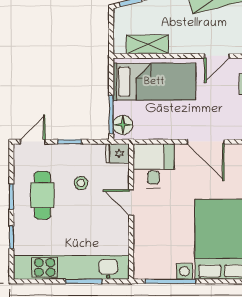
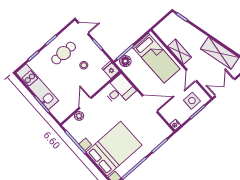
shelving: (147, 45) -> (179, 52), moved
door: (217, 56) -> (191, 75), hinge flipped
door: (206, 142) -> (150, 104), swing flipped
door: (131, 203) -> (85, 103), moved
plant: (141, 247) -> (79, 116), added
kitchen unit: (71, 267) -> (37, 87), width x0.73

